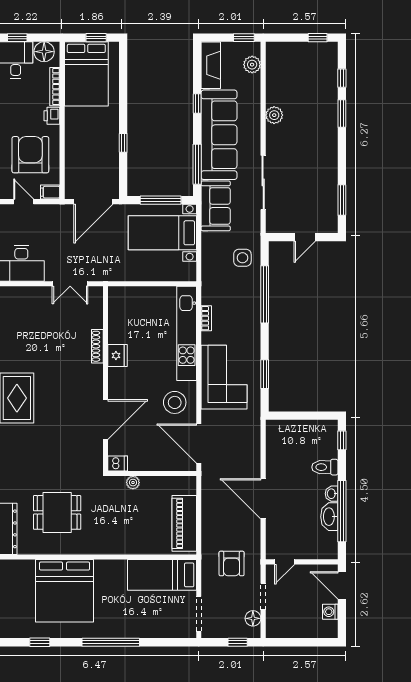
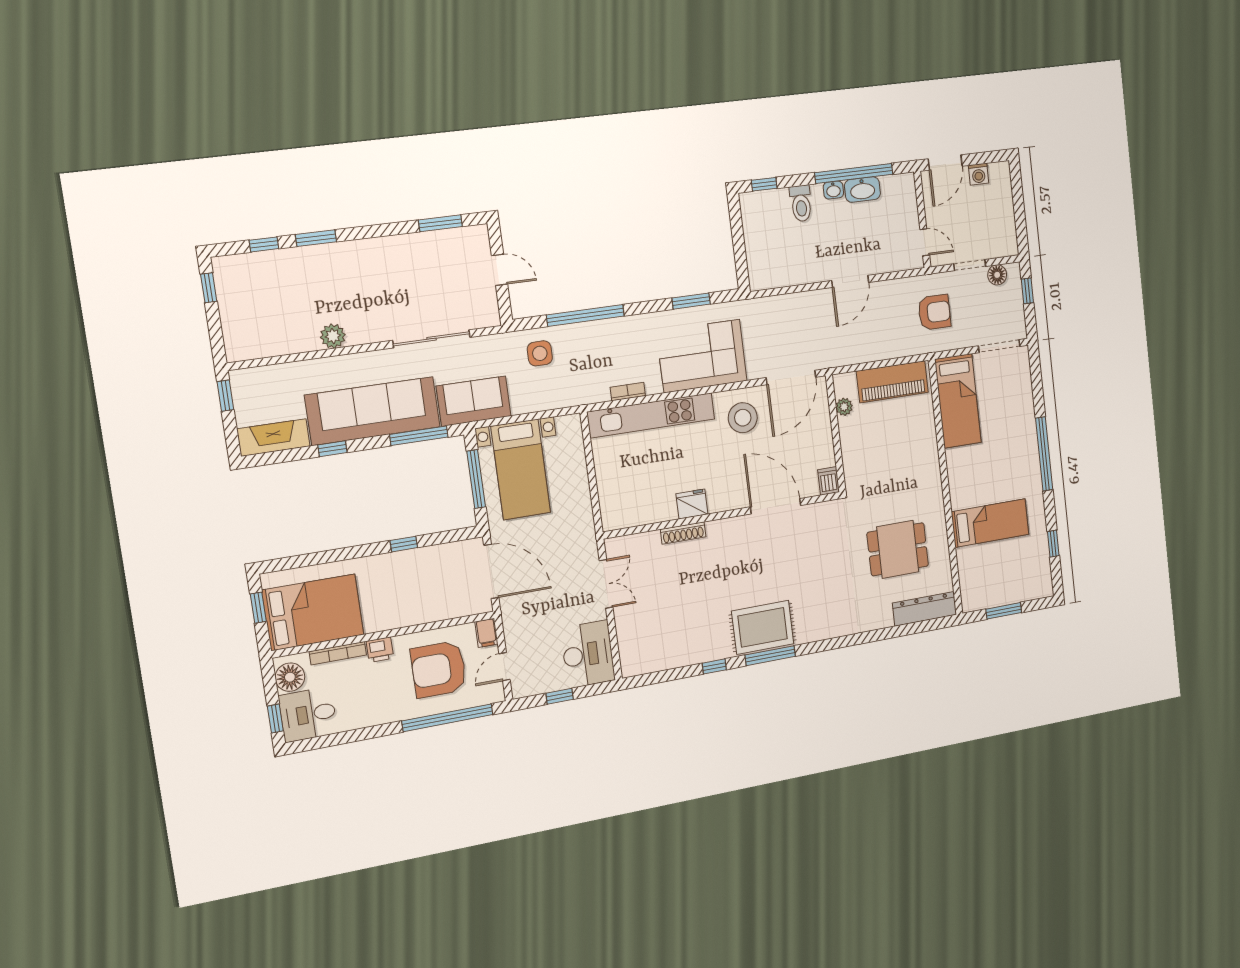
plant: (252, 65) -> (264, 378), removed
plant: (133, 483) -> (844, 407), moved
door: (263, 499) -> (850, 281), width x0.73
dining table: (57, 512) -> (898, 549), turned 90
bed: (65, 591) -> (990, 523), width x0.49

